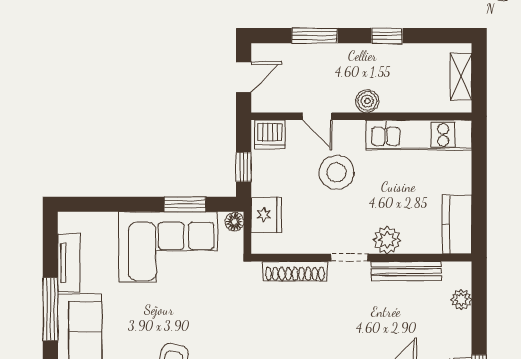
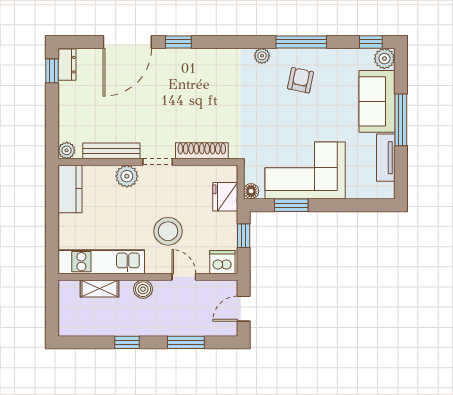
shelving: (461, 77) -> (99, 288), moved, turned 90
plant: (461, 300) -> (67, 150), moved

